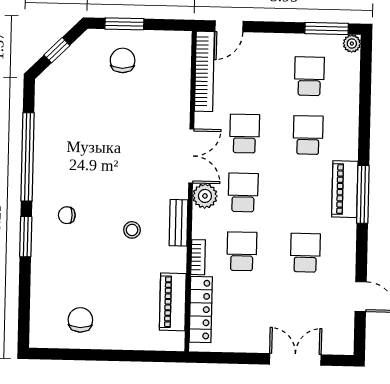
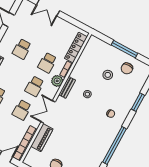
plant: (205, 196) -> (57, 81), moved
window: (26, 237) -> (138, 102), moved
stool: (111, 288) -> (108, 75), added
piano: (173, 302) -> (42, 138), moved
window: (105, 355) -> (124, 49), added

